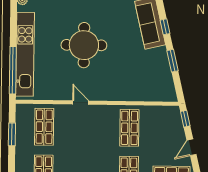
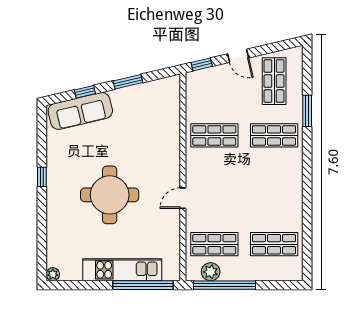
kitchen unit: (25, 54) -> (122, 270), width x0.73
plant: (23, 123) -> (211, 272), added
window: (12, 134) -> (225, 285), width x2.11

